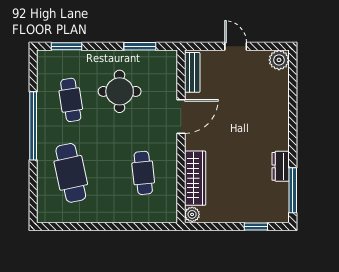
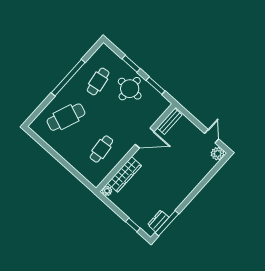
window: (67, 46) -> (131, 64), moved
door: (236, 46) -> (212, 136), moved
round table: (120, 91) -> (130, 89), moved
dresser: (281, 166) -> (158, 221), moved
cafe table: (71, 173) -> (66, 117), turned 33

